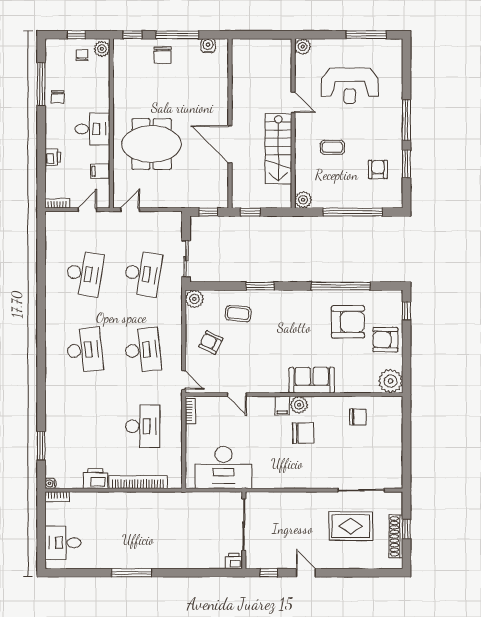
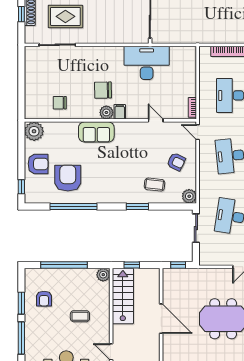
stairs: (278, 149) -> (123, 296), moved
window: (250, 212) -> (132, 265), moved
armchair: (348, 322) -> (68, 178), turned 90
desk: (223, 467) -> (147, 63), moved

